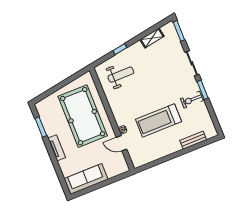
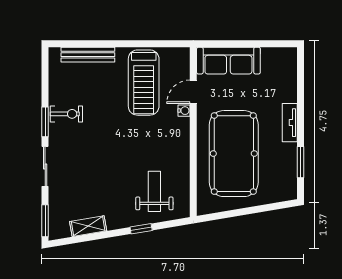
weight bench: (121, 75) -> (154, 191), turned 90
treadmill: (158, 120) -> (144, 83), moved, turned 90
bench: (193, 140) -> (88, 55), width x1.36
door: (122, 143) -> (193, 92), swing flipped
sofa: (86, 179) -> (228, 61), moved

